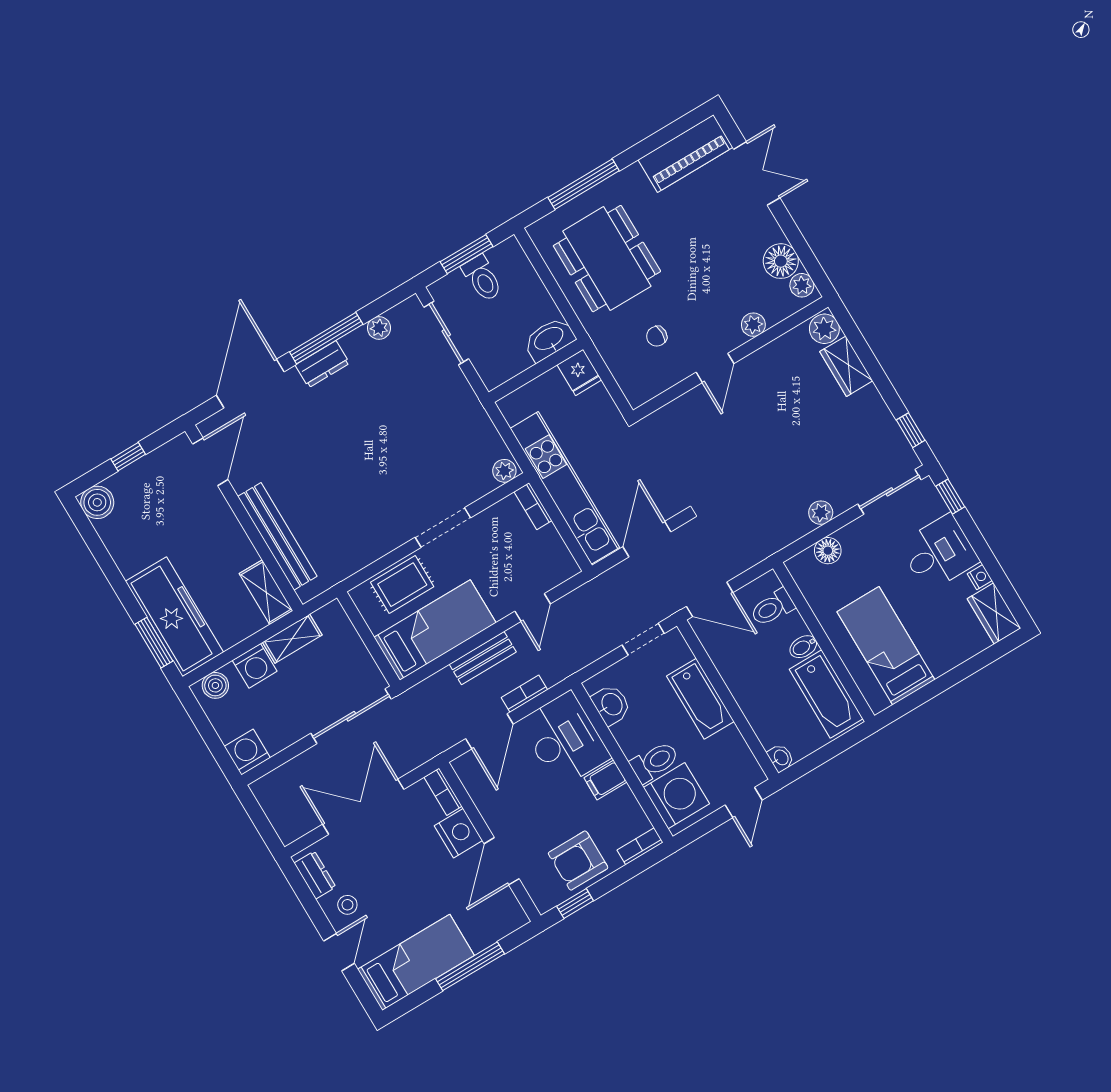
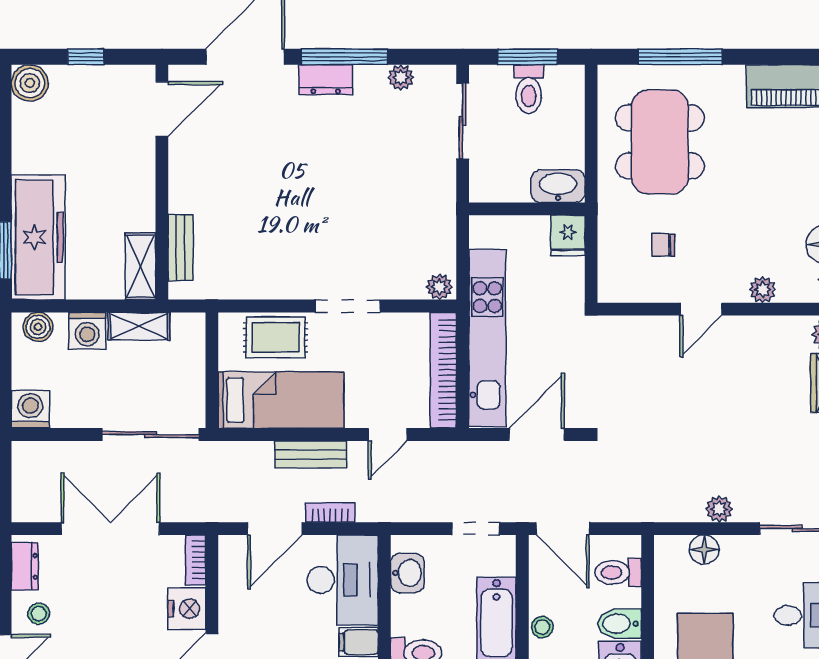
bookcase: (533, 506) -> (443, 370), width x2.31, depth x1.31
bench: (277, 536) -> (181, 248), width x0.54, depth x0.82
bidet: (803, 647) -> (620, 624), width x1.38, depth x1.36
stool: (739, 684) -> (542, 627), added

